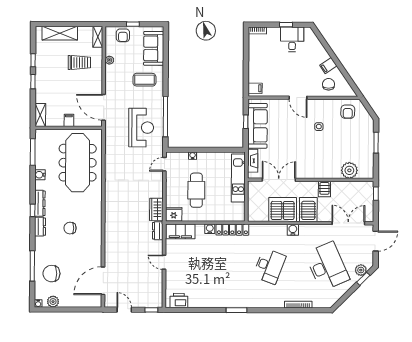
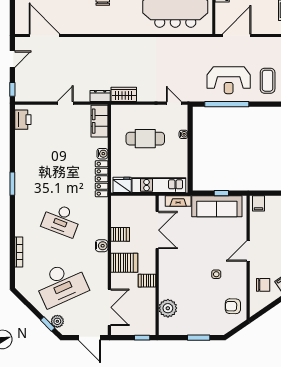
reception desk: (141, 128) -> (229, 80), moved
server rack: (283, 210) -> (120, 234), width x0.46, depth x0.70
fridge: (174, 214) -> (122, 185), moved, turned -90

